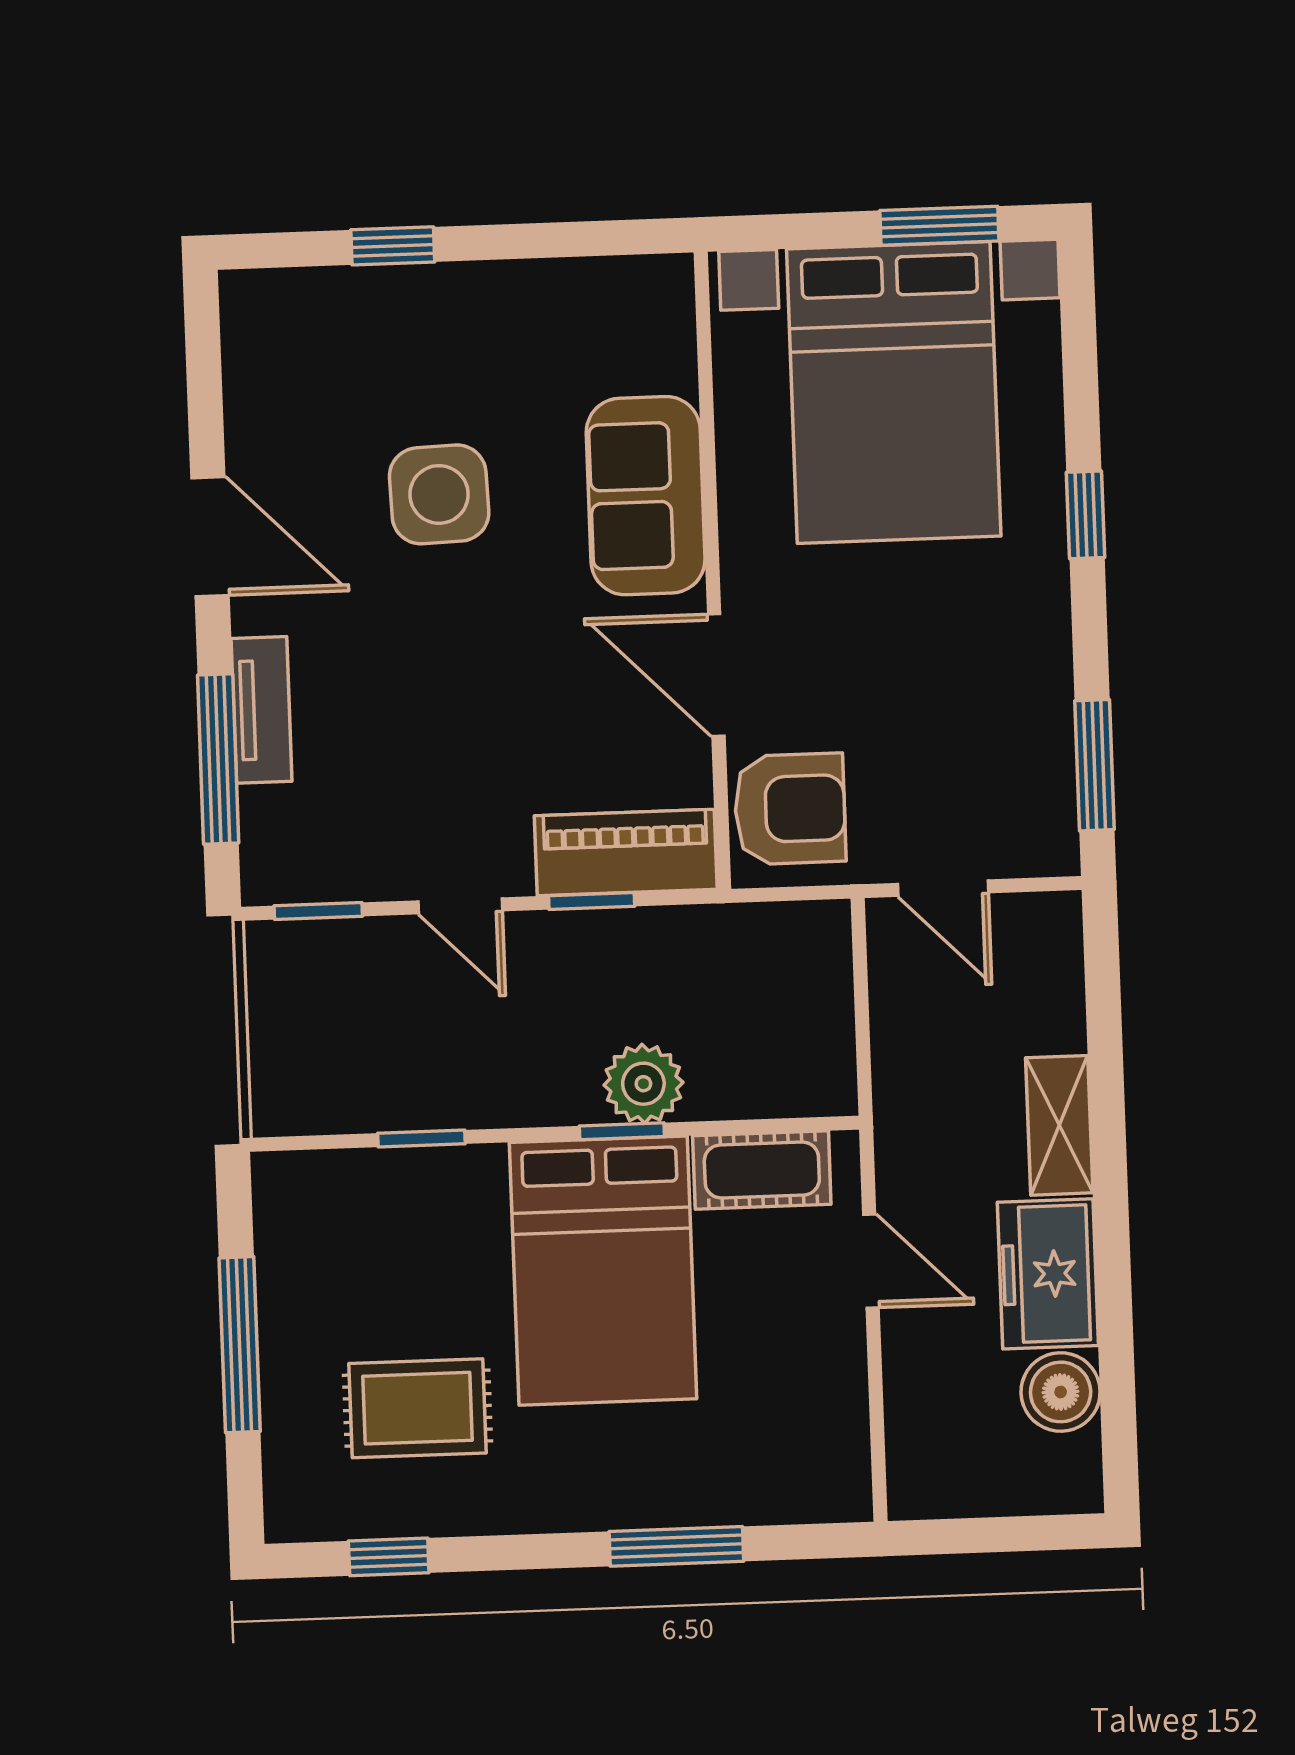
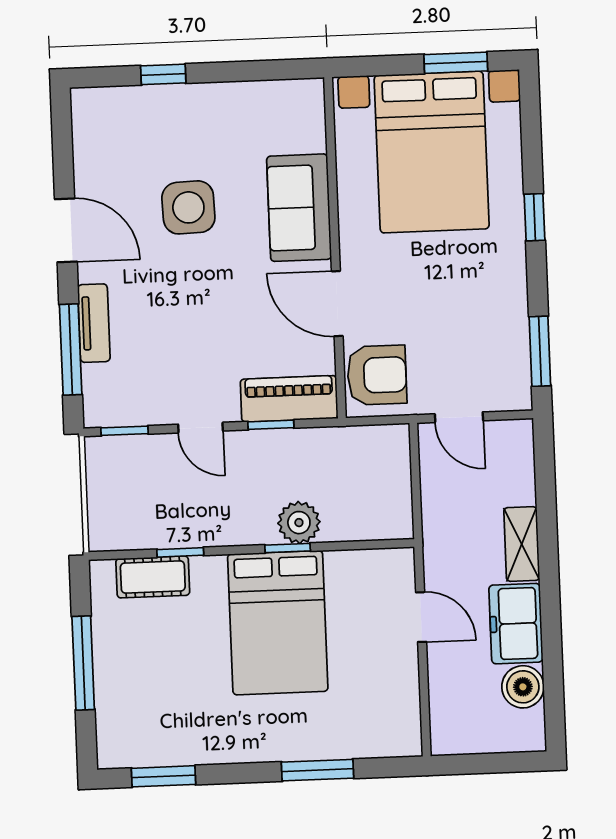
cot: (762, 1170) -> (153, 577), moved
rug: (417, 1408) -> (179, 697), removed
window: (389, 1557) -> (163, 776), width x1.50

